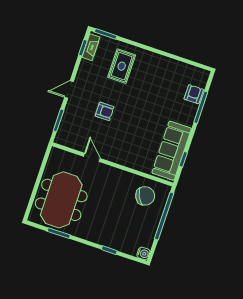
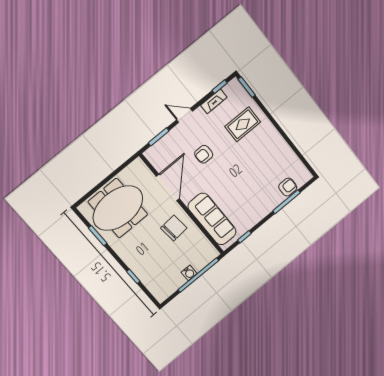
fireplace: (91, 47) -> (214, 101), moved
armchair: (105, 111) -> (204, 154), turned 90
sofa: (172, 151) -> (212, 219), moved, turned 90
door: (92, 157) -> (168, 187), width x1.88
chair: (145, 196) -> (174, 228), moved, turned -69
water cooler: (143, 253) -> (189, 273), moved

